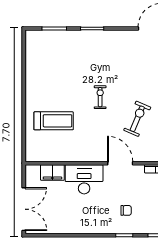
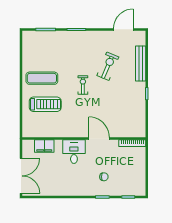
exercise mat: (50, 89) -> (42, 78), added
exercise bike: (137, 119) -> (108, 66), moved
desk: (84, 179) -> (74, 152), width x0.73

